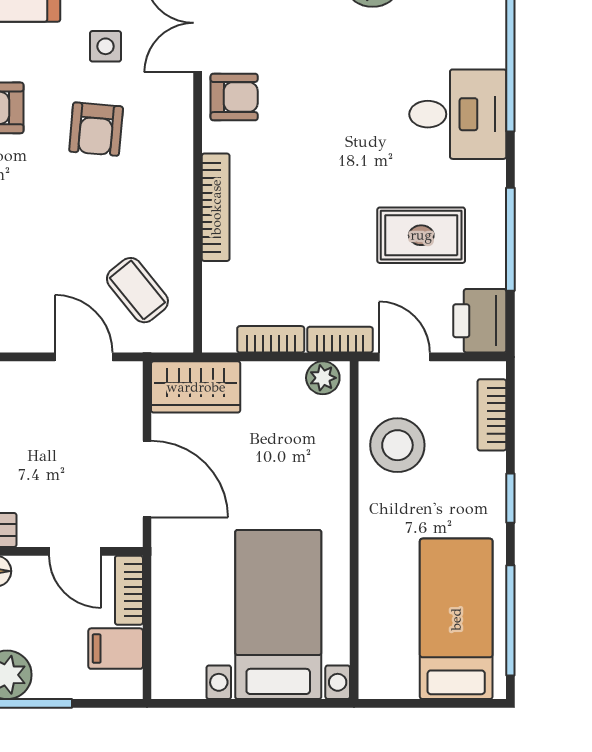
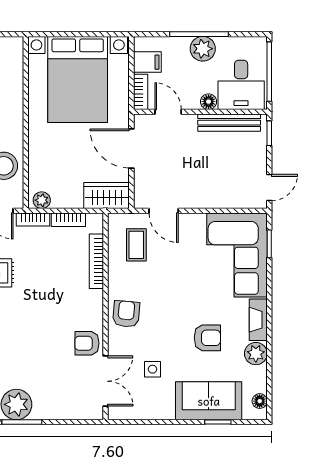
armchair: (96, 129) -> (126, 314), moved
bookcase: (216, 207) -> (96, 261), moved
coffee table: (137, 290) -> (136, 245), turned 39
bed with nightstands: (278, 614) -> (78, 79), width x1.36

